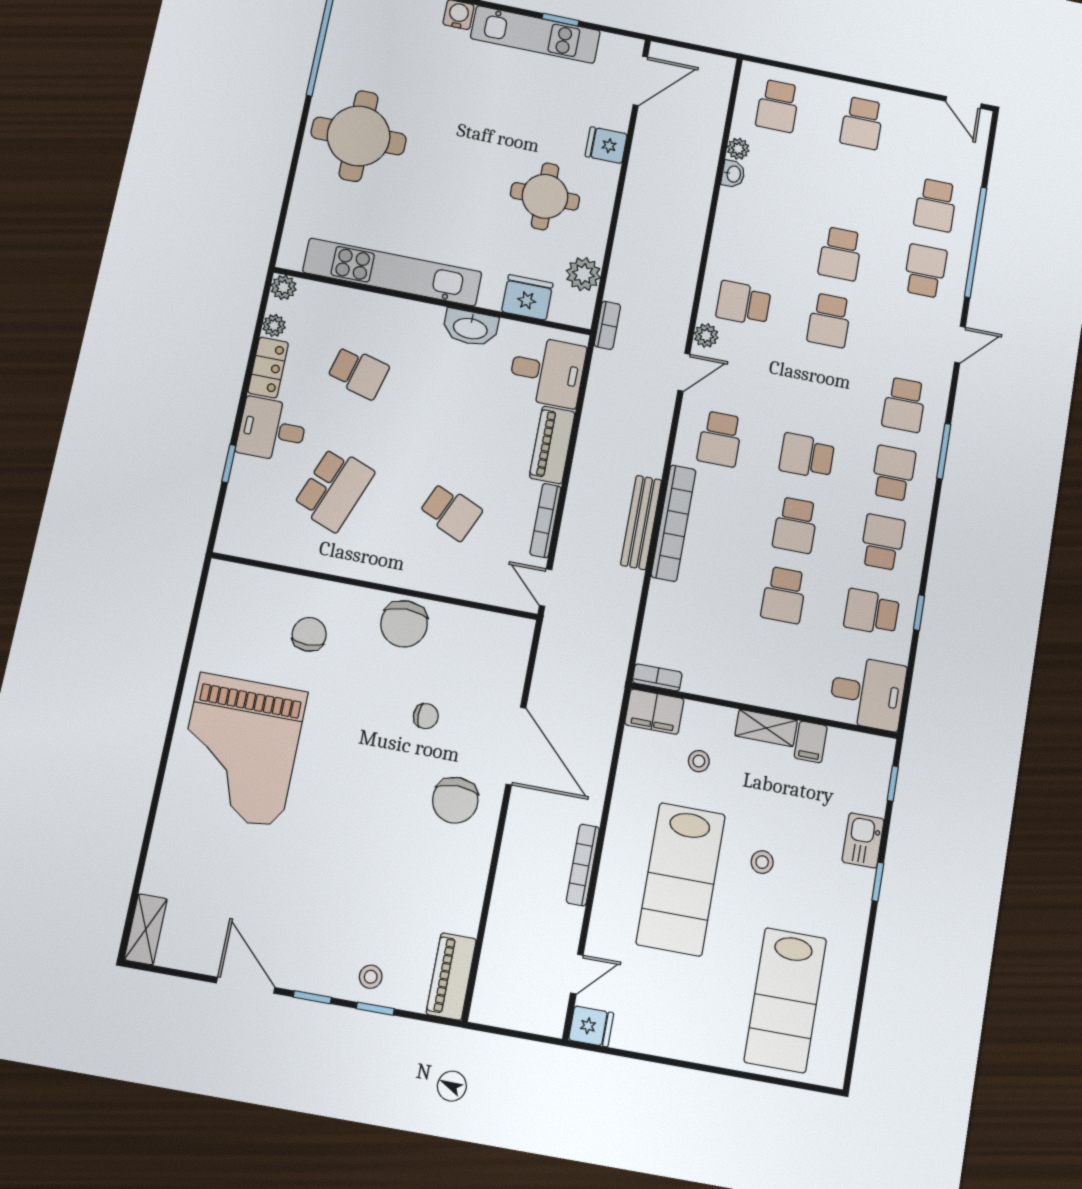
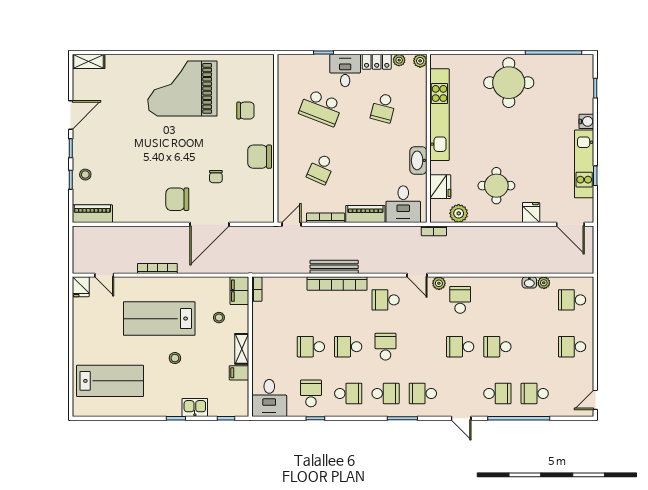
lab bench: (785, 1000) -> (110, 381), turned 180

